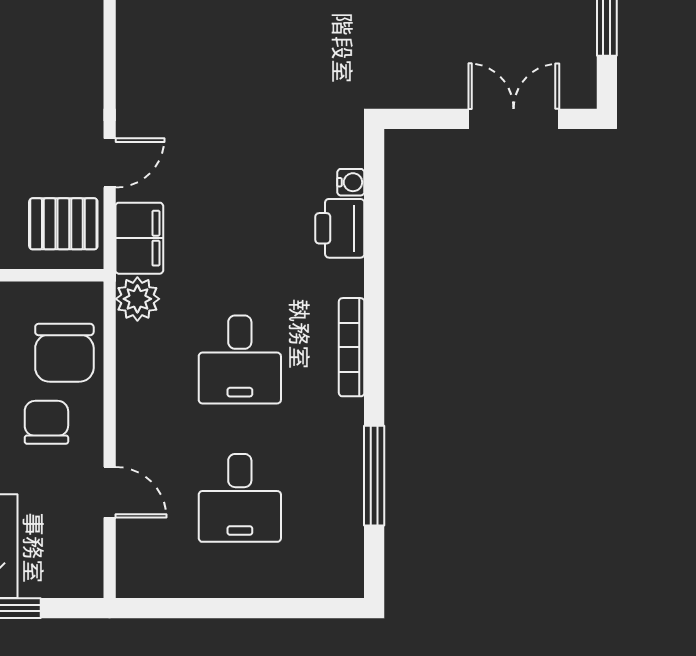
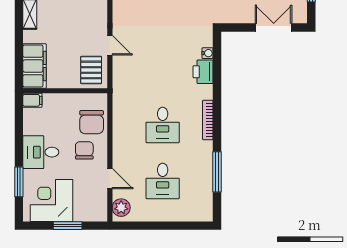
door: (110, 163) -> (110, 45), hinge flipped
pallet: (63, 224) -> (91, 70), turned 90
filing cabinet: (139, 238) -> (122, 76), removed
plant: (137, 299) -> (121, 208), moved

